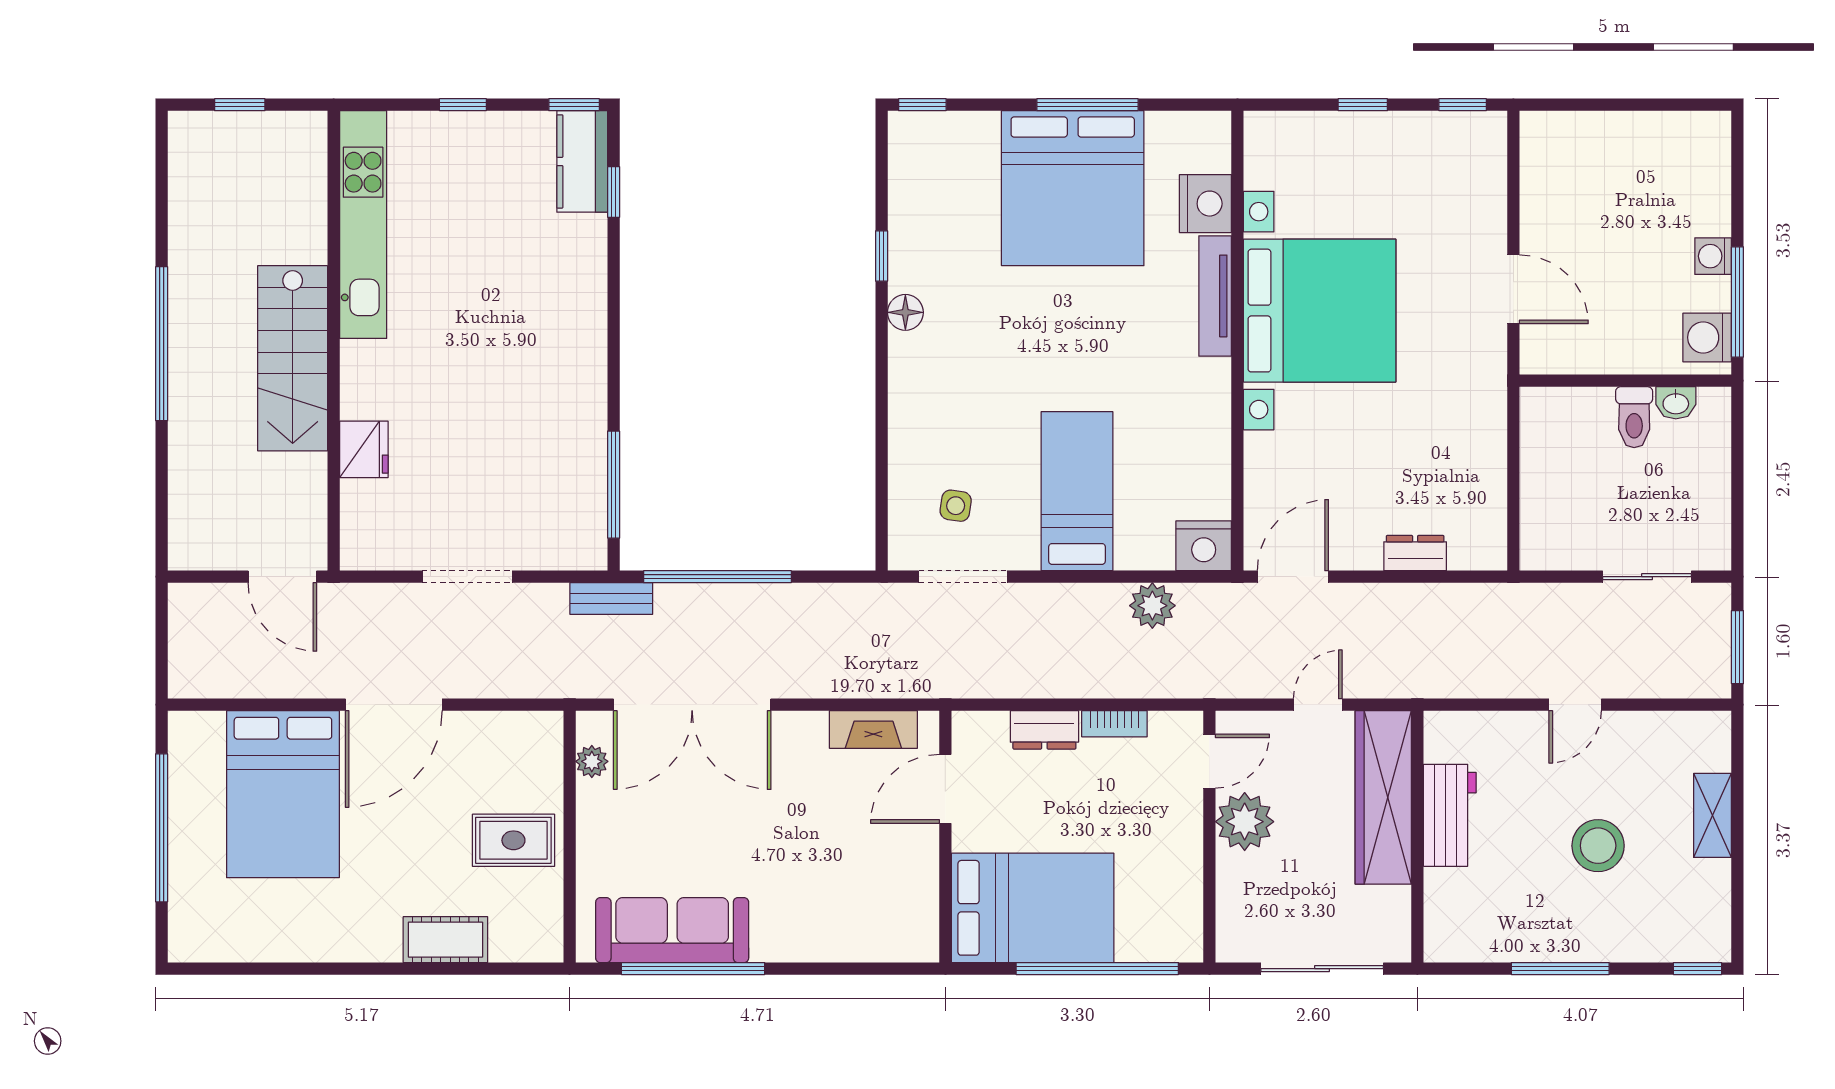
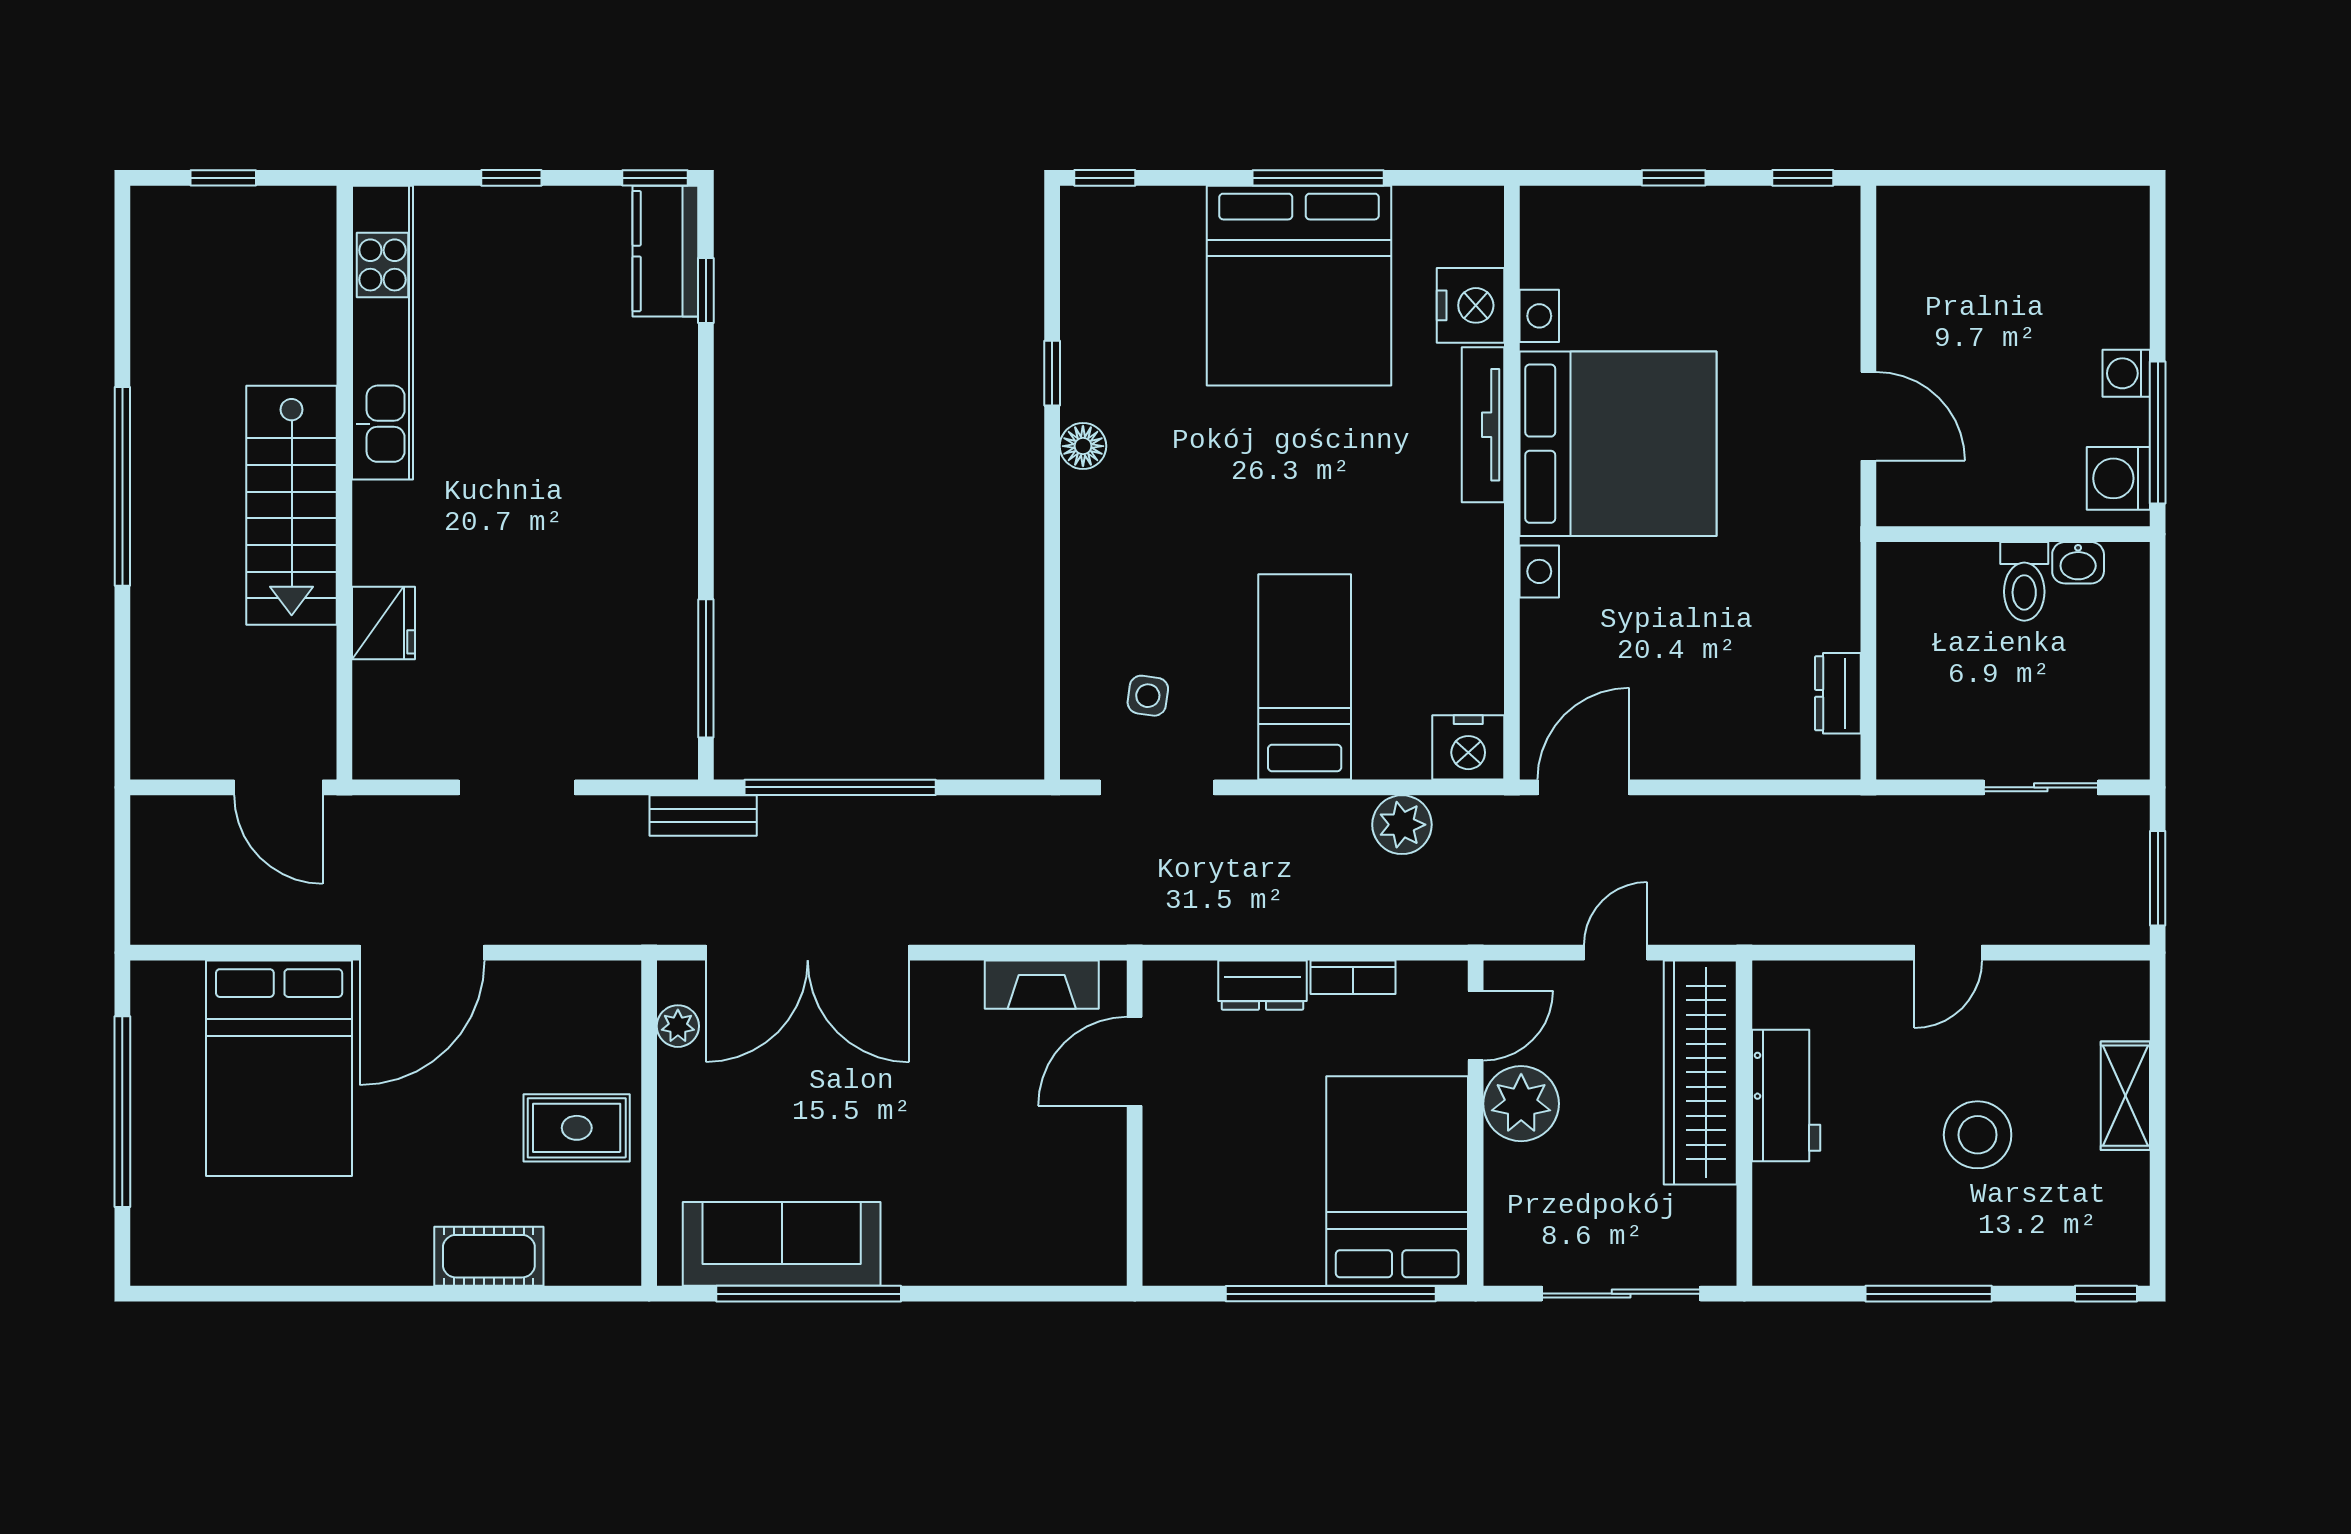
dresser: (1415, 553) -> (1838, 693), moved, turned -90
bed: (1033, 908) -> (1397, 1181), moved, turned -90

